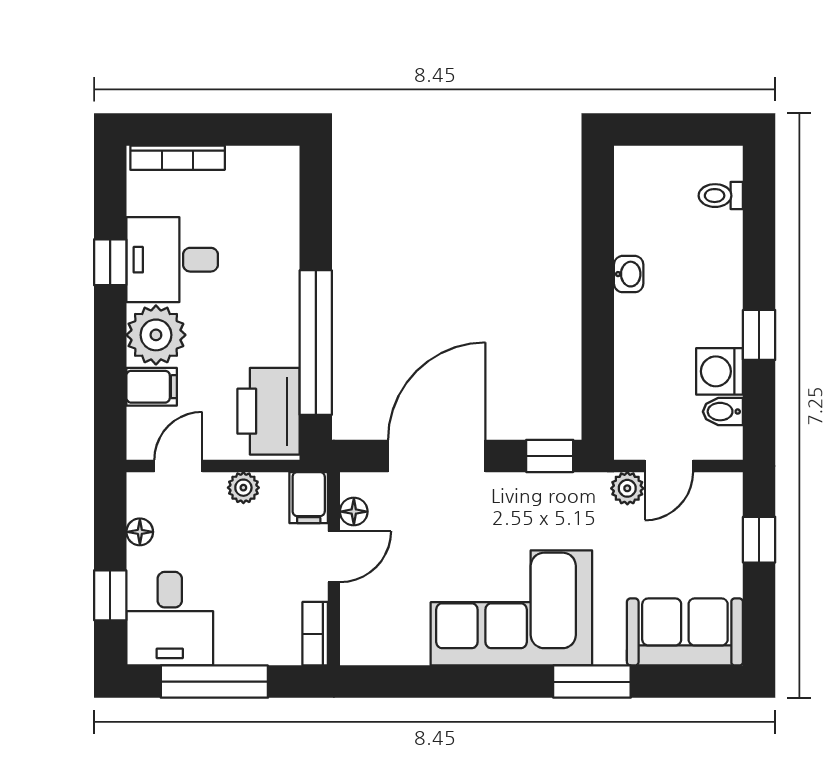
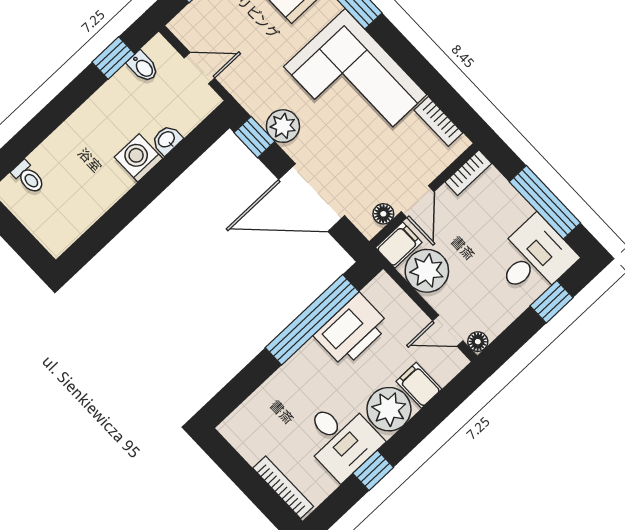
washbasin: (629, 274) -> (167, 140), moved
window: (759, 335) -> (113, 58), moved
washing machine: (720, 371) -> (138, 158), moved, turned 180
printer: (269, 411) -> (352, 330), moved
plant: (243, 488) -> (427, 271), width x1.88, depth x1.88
plant: (627, 488) -> (283, 126), moved, width x1.38, depth x1.38
floor lamp: (140, 532) -> (478, 342), moved
door: (334, 557) -> (418, 202), swing flipped
bookcase: (393, 652) -> (438, 121), added

